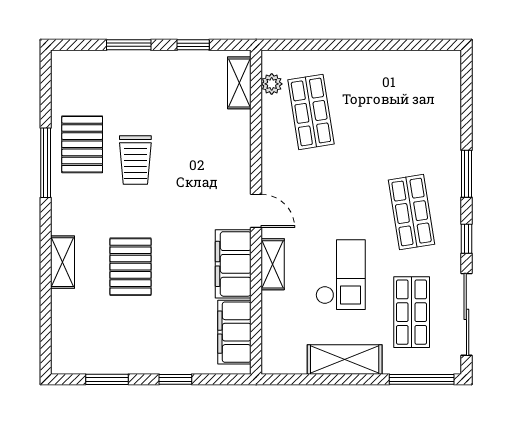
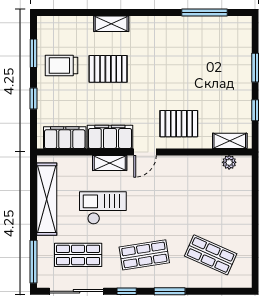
shop shelf: (311, 112) -> (211, 255), moved, turned 33
pallet: (82, 144) -> (179, 124), moved
trolley: (135, 160) -> (62, 66), moved
window: (46, 163) -> (204, 13), moved
checkout: (341, 275) -> (103, 208), turned 180
shelving: (345, 359) -> (47, 199), width x1.47

